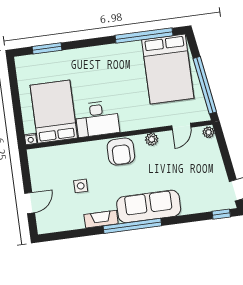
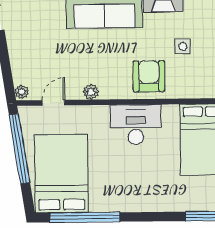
desk: (97, 119) -> (136, 125), moved
armchair: (121, 152) -> (149, 76), moved

